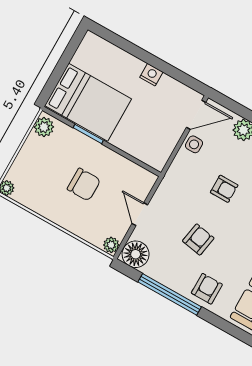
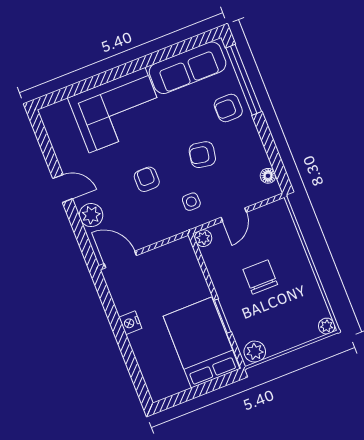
side table: (194, 144) -> (191, 202), moved
plant: (111, 245) -> (203, 238), moved
floor lamp: (136, 254) -> (268, 176), width x0.53, depth x0.53
window: (170, 294) -> (244, 80), moved

